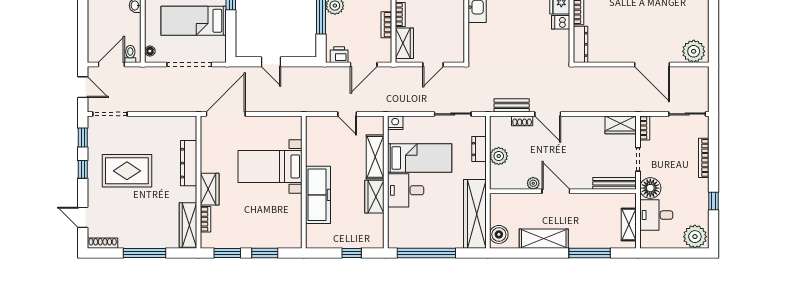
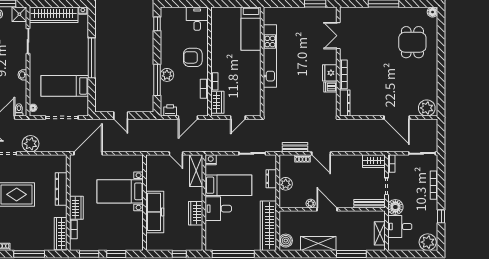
plant: (146, 101) -> (31, 144), added
shelving: (375, 157) -> (196, 171), moved

